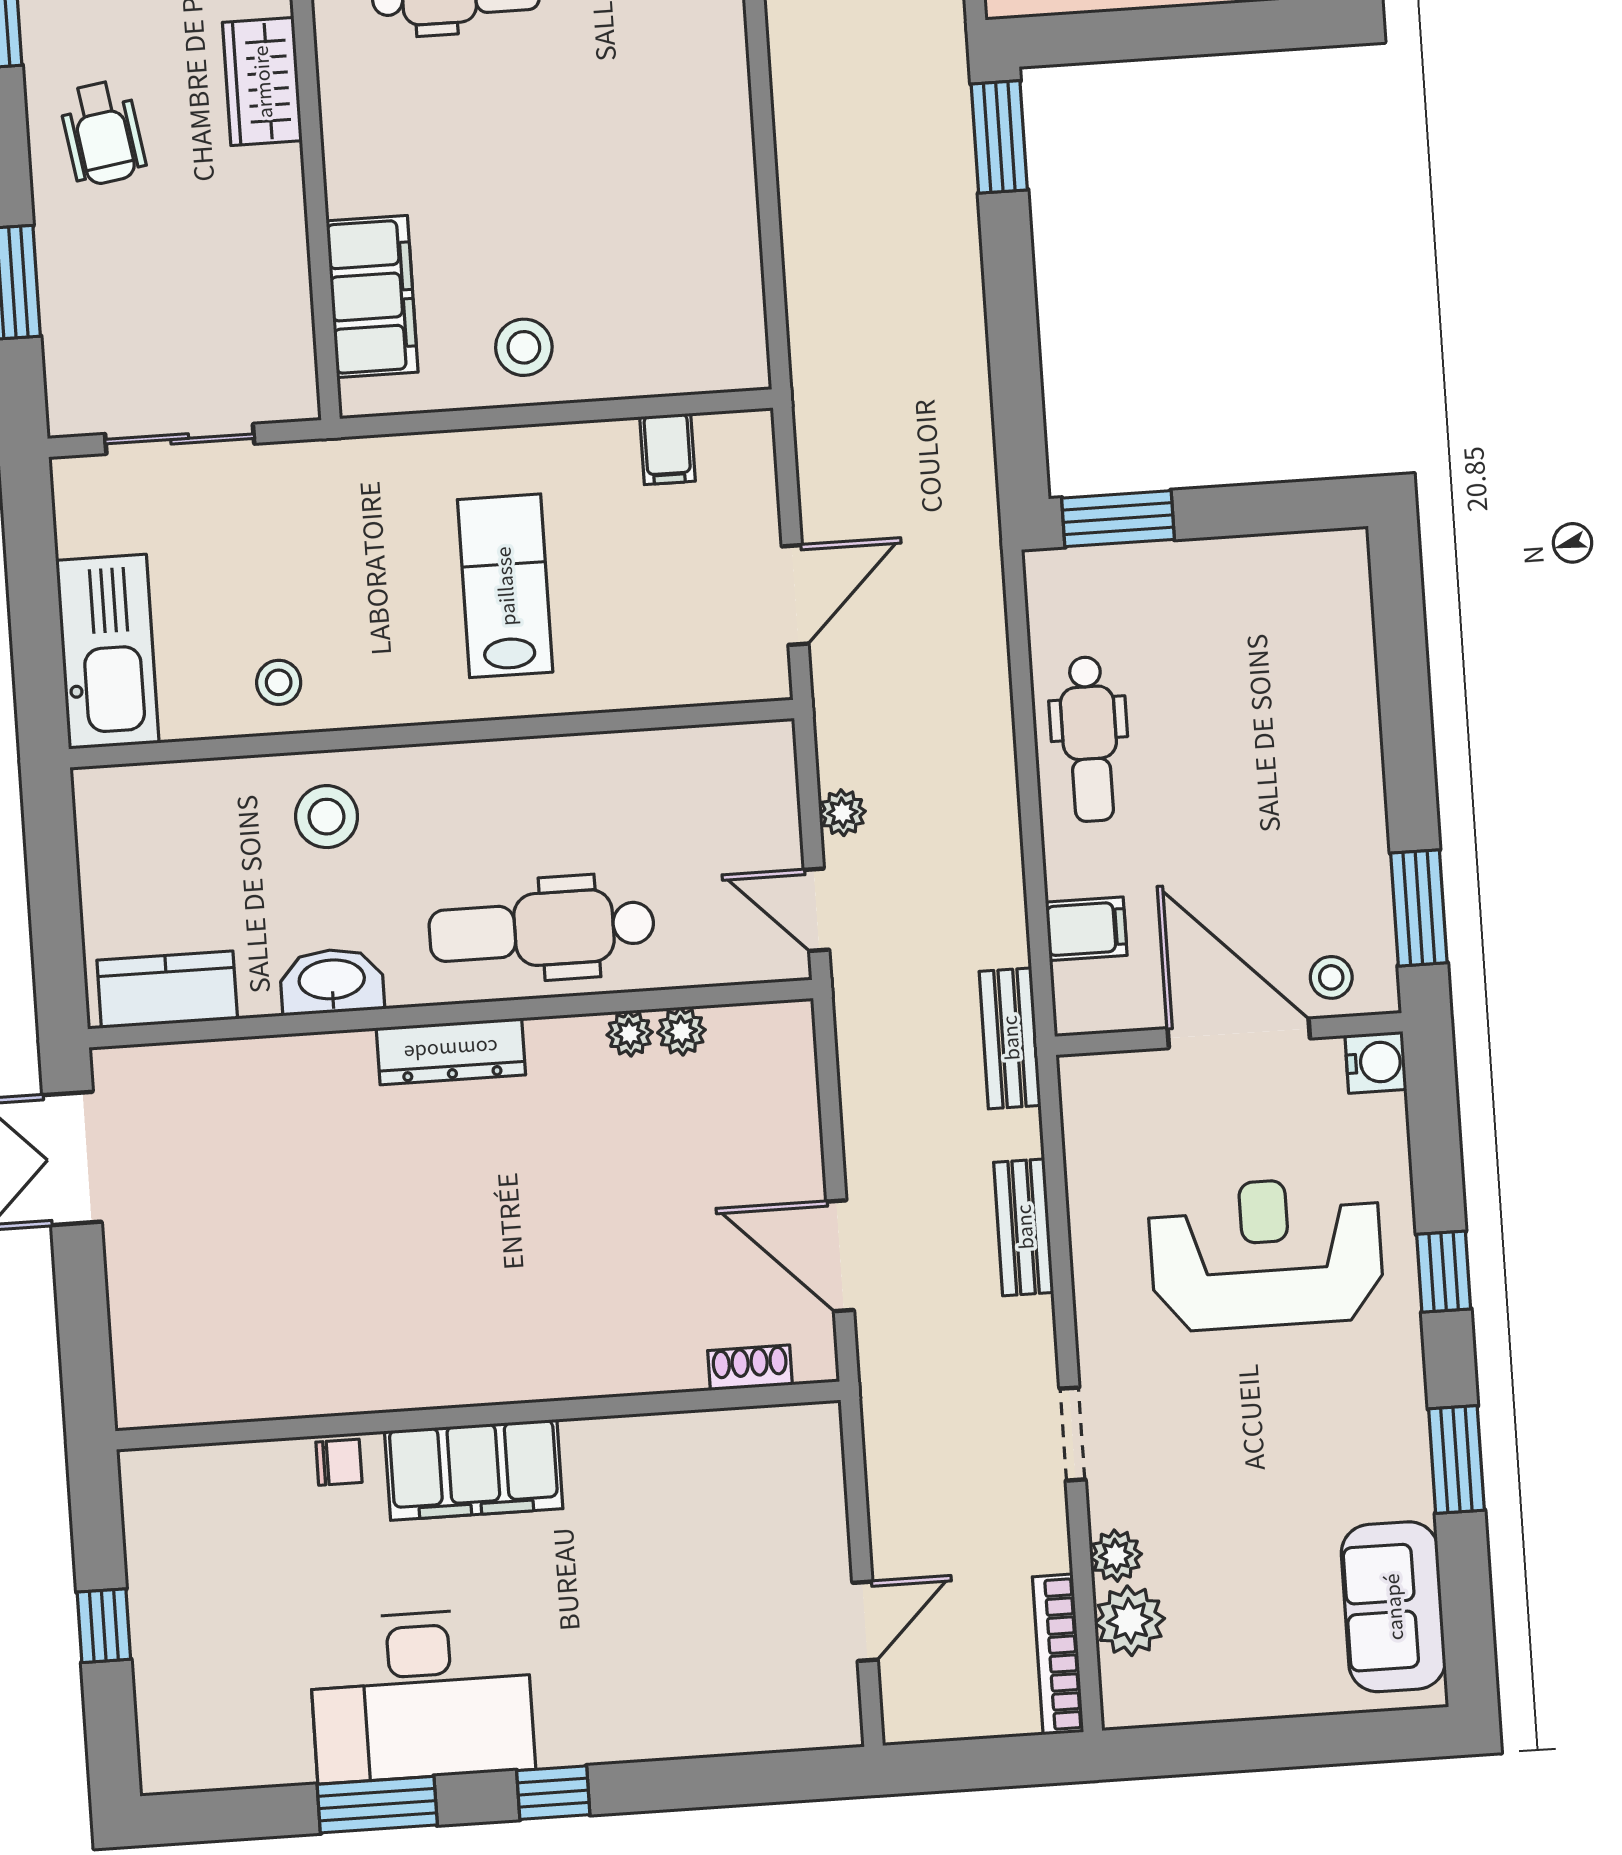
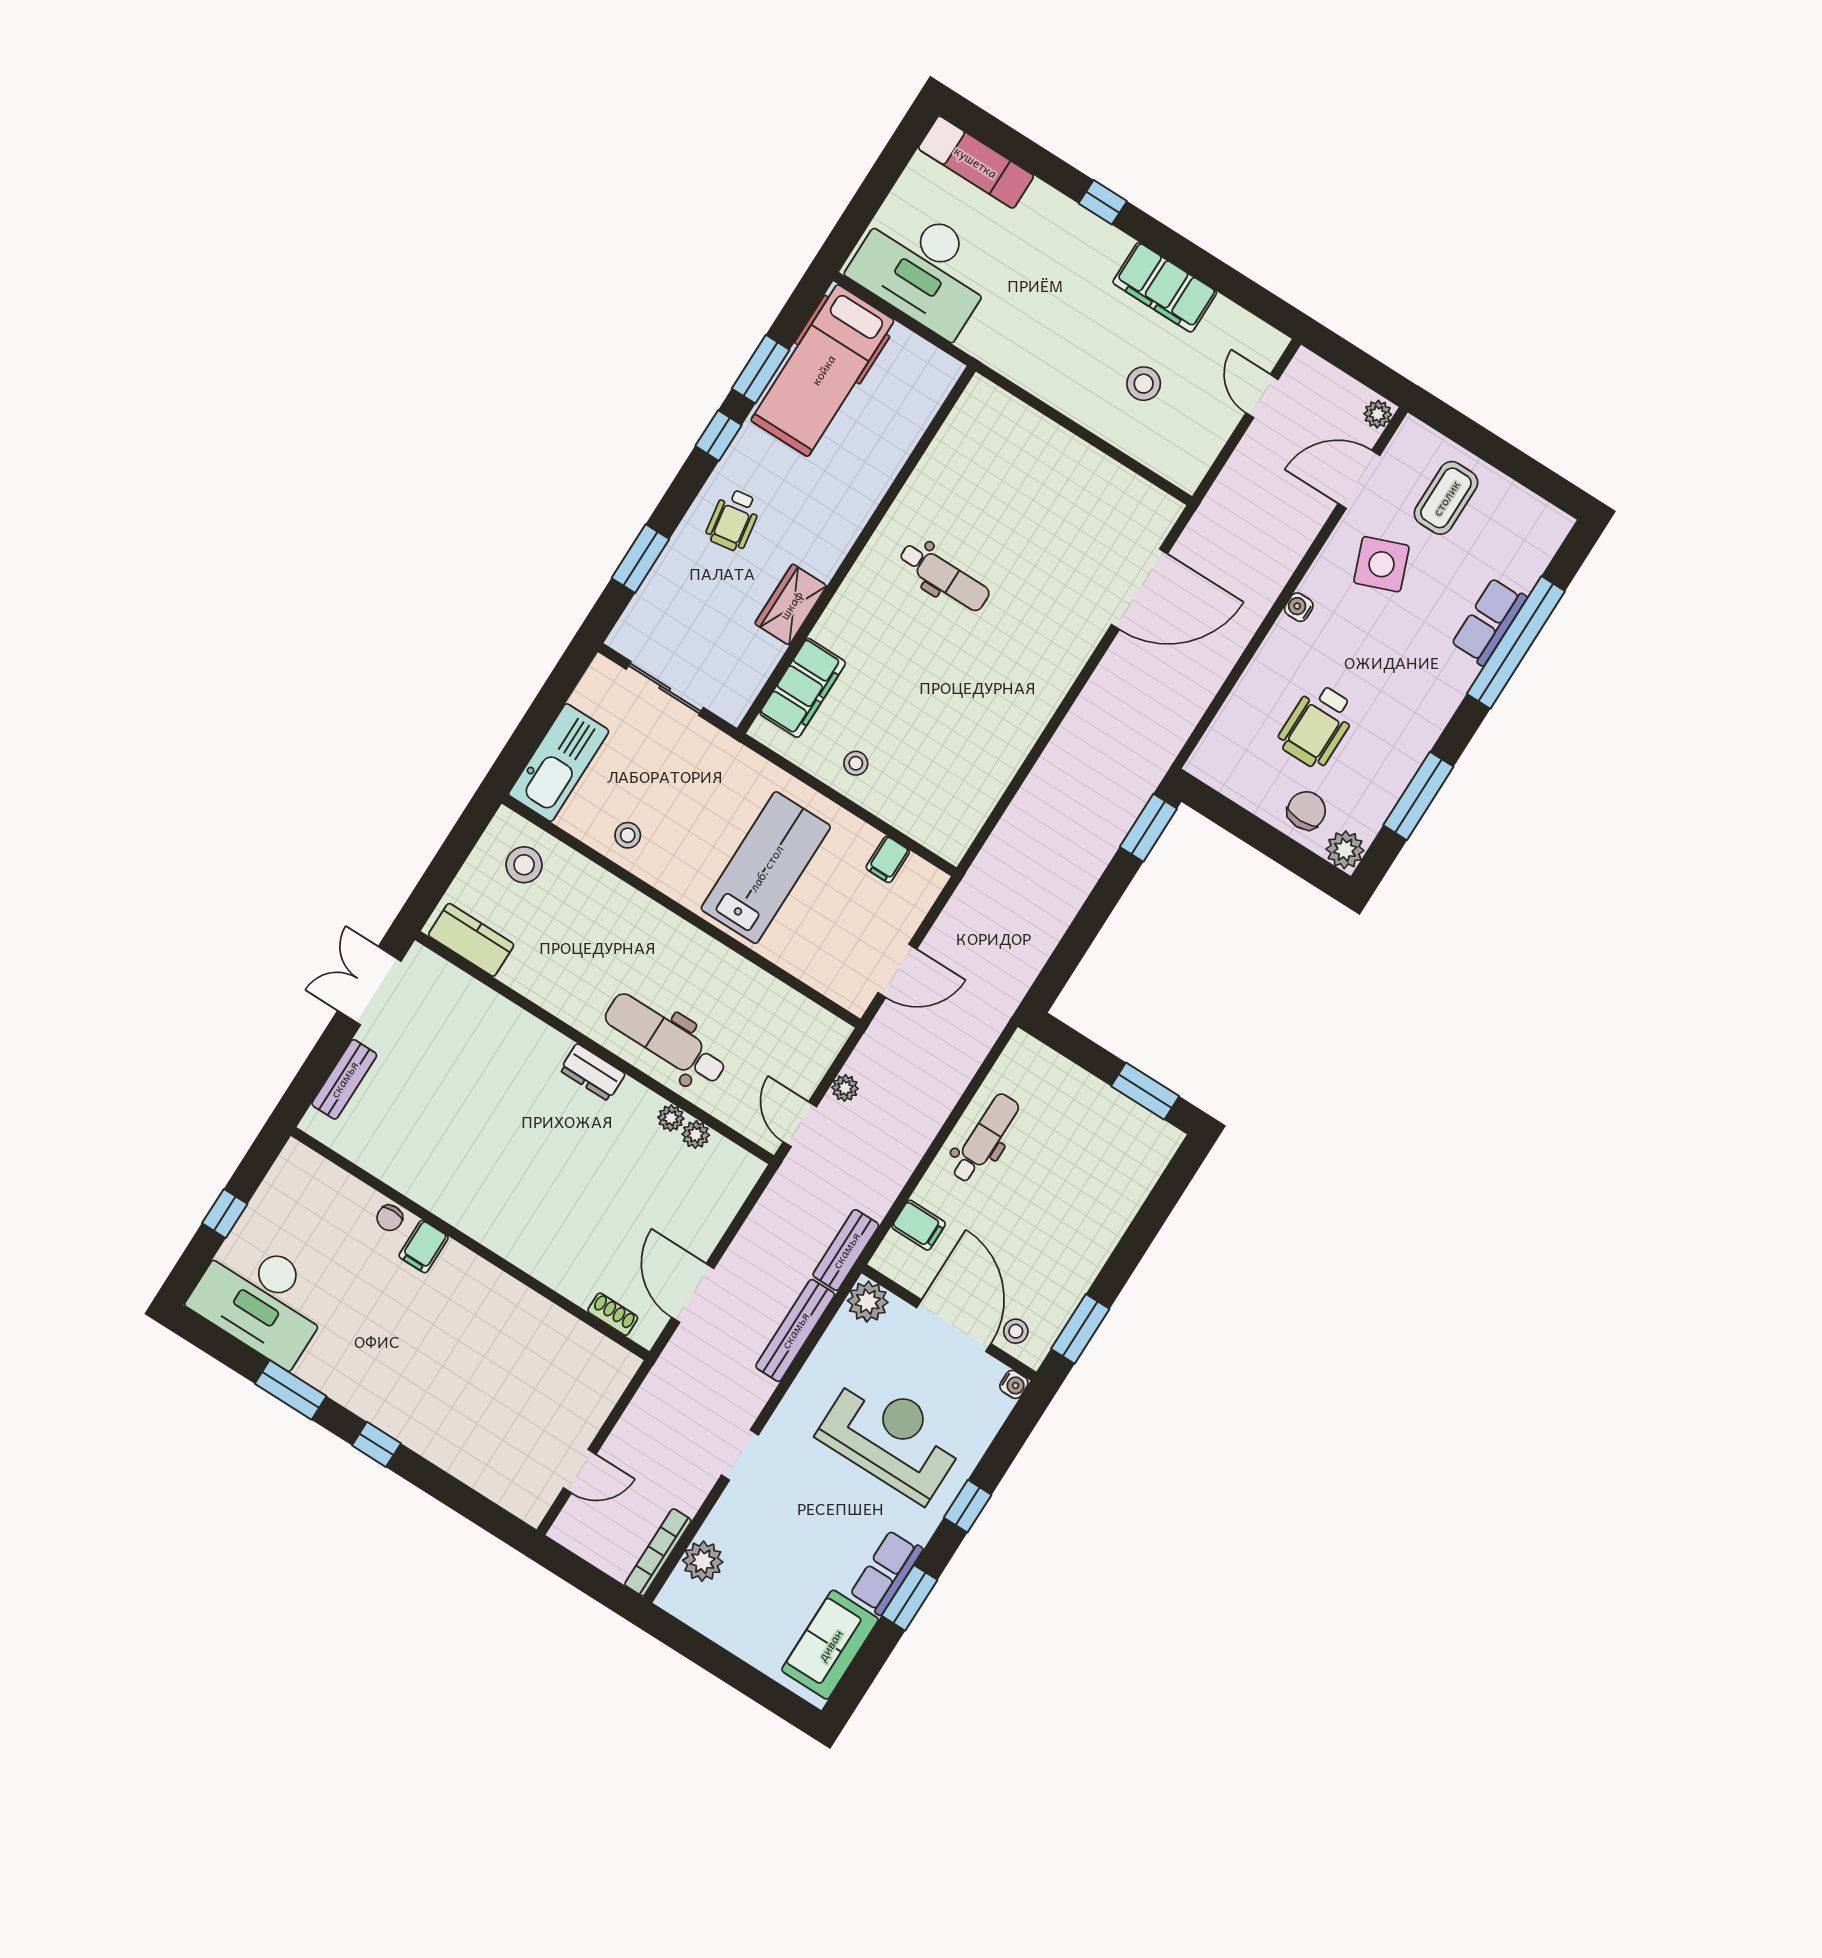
wardrobe: (262, 82) -> (791, 605), moved
stool: (524, 347) -> (856, 763), width x0.73, depth x0.73
window: (1118, 519) -> (1145, 1091), moved
lab bench: (505, 586) -> (766, 868), width x1.36, depth x1.39
dental chair: (1090, 739) -> (985, 1138), turned 180
stool: (327, 817) -> (524, 865), moved
washbasin: (332, 981) -> (550, 992), removed
dresser: (451, 1051) -> (593, 1072), width x0.70
water cooler: (1376, 1062) -> (1014, 1384), width x0.72, depth x0.72
bench: (1024, 1227) -> (795, 1330), width x1.36
bench: (133, 1315) -> (344, 1079), added
row of seats: (1398, 1448) -> (886, 1572), added
chair: (339, 1462) -> (390, 1218), turned 90
filing cabinet: (474, 1470) -> (424, 1247), width x0.33, depth x0.86
plant: (1116, 1556) -> (868, 1302), moved, width x1.38, depth x1.38
desk: (421, 1695) -> (262, 1299), moved

